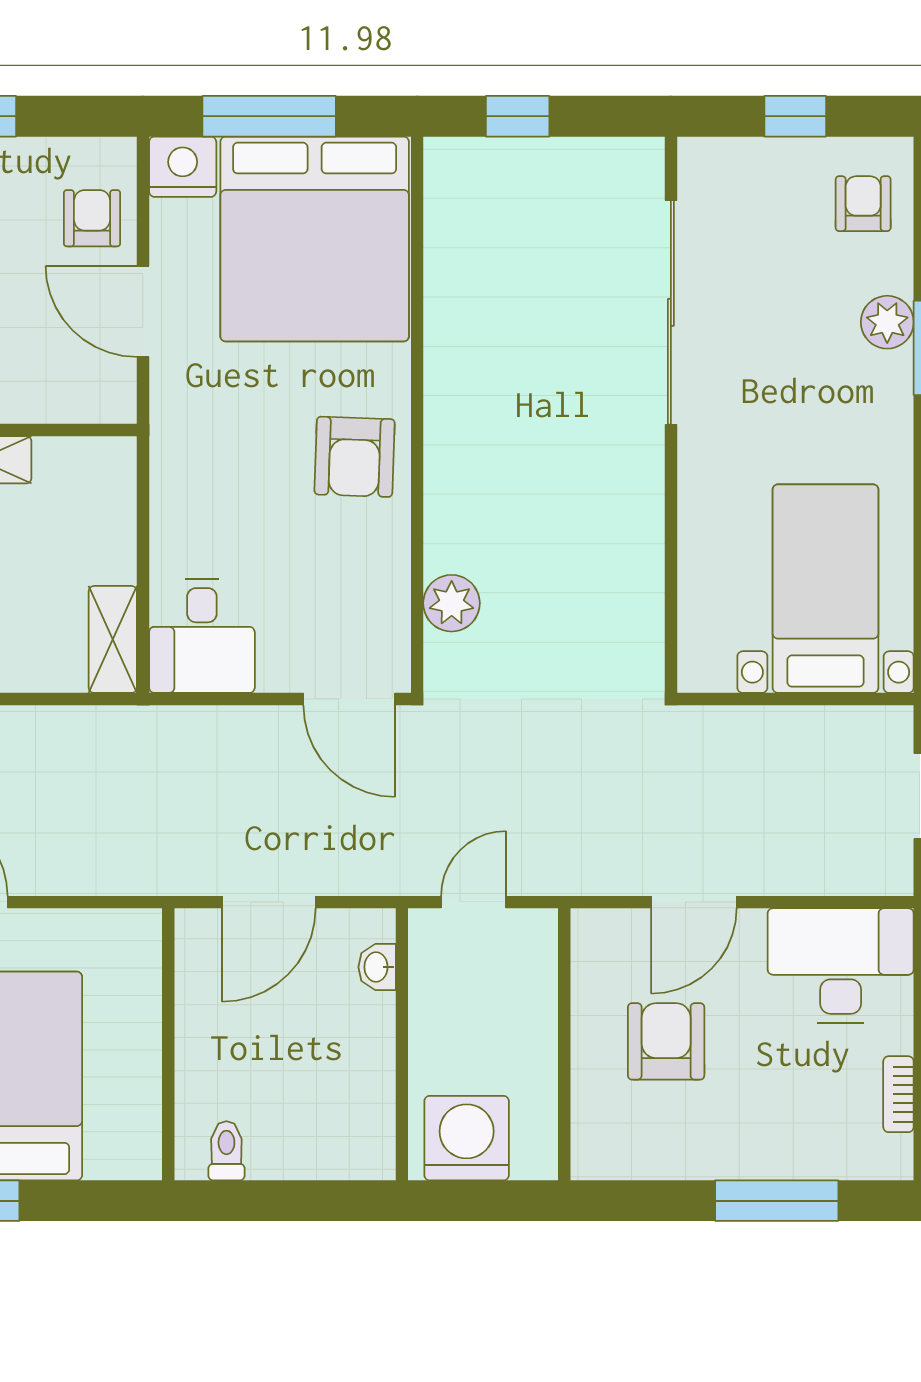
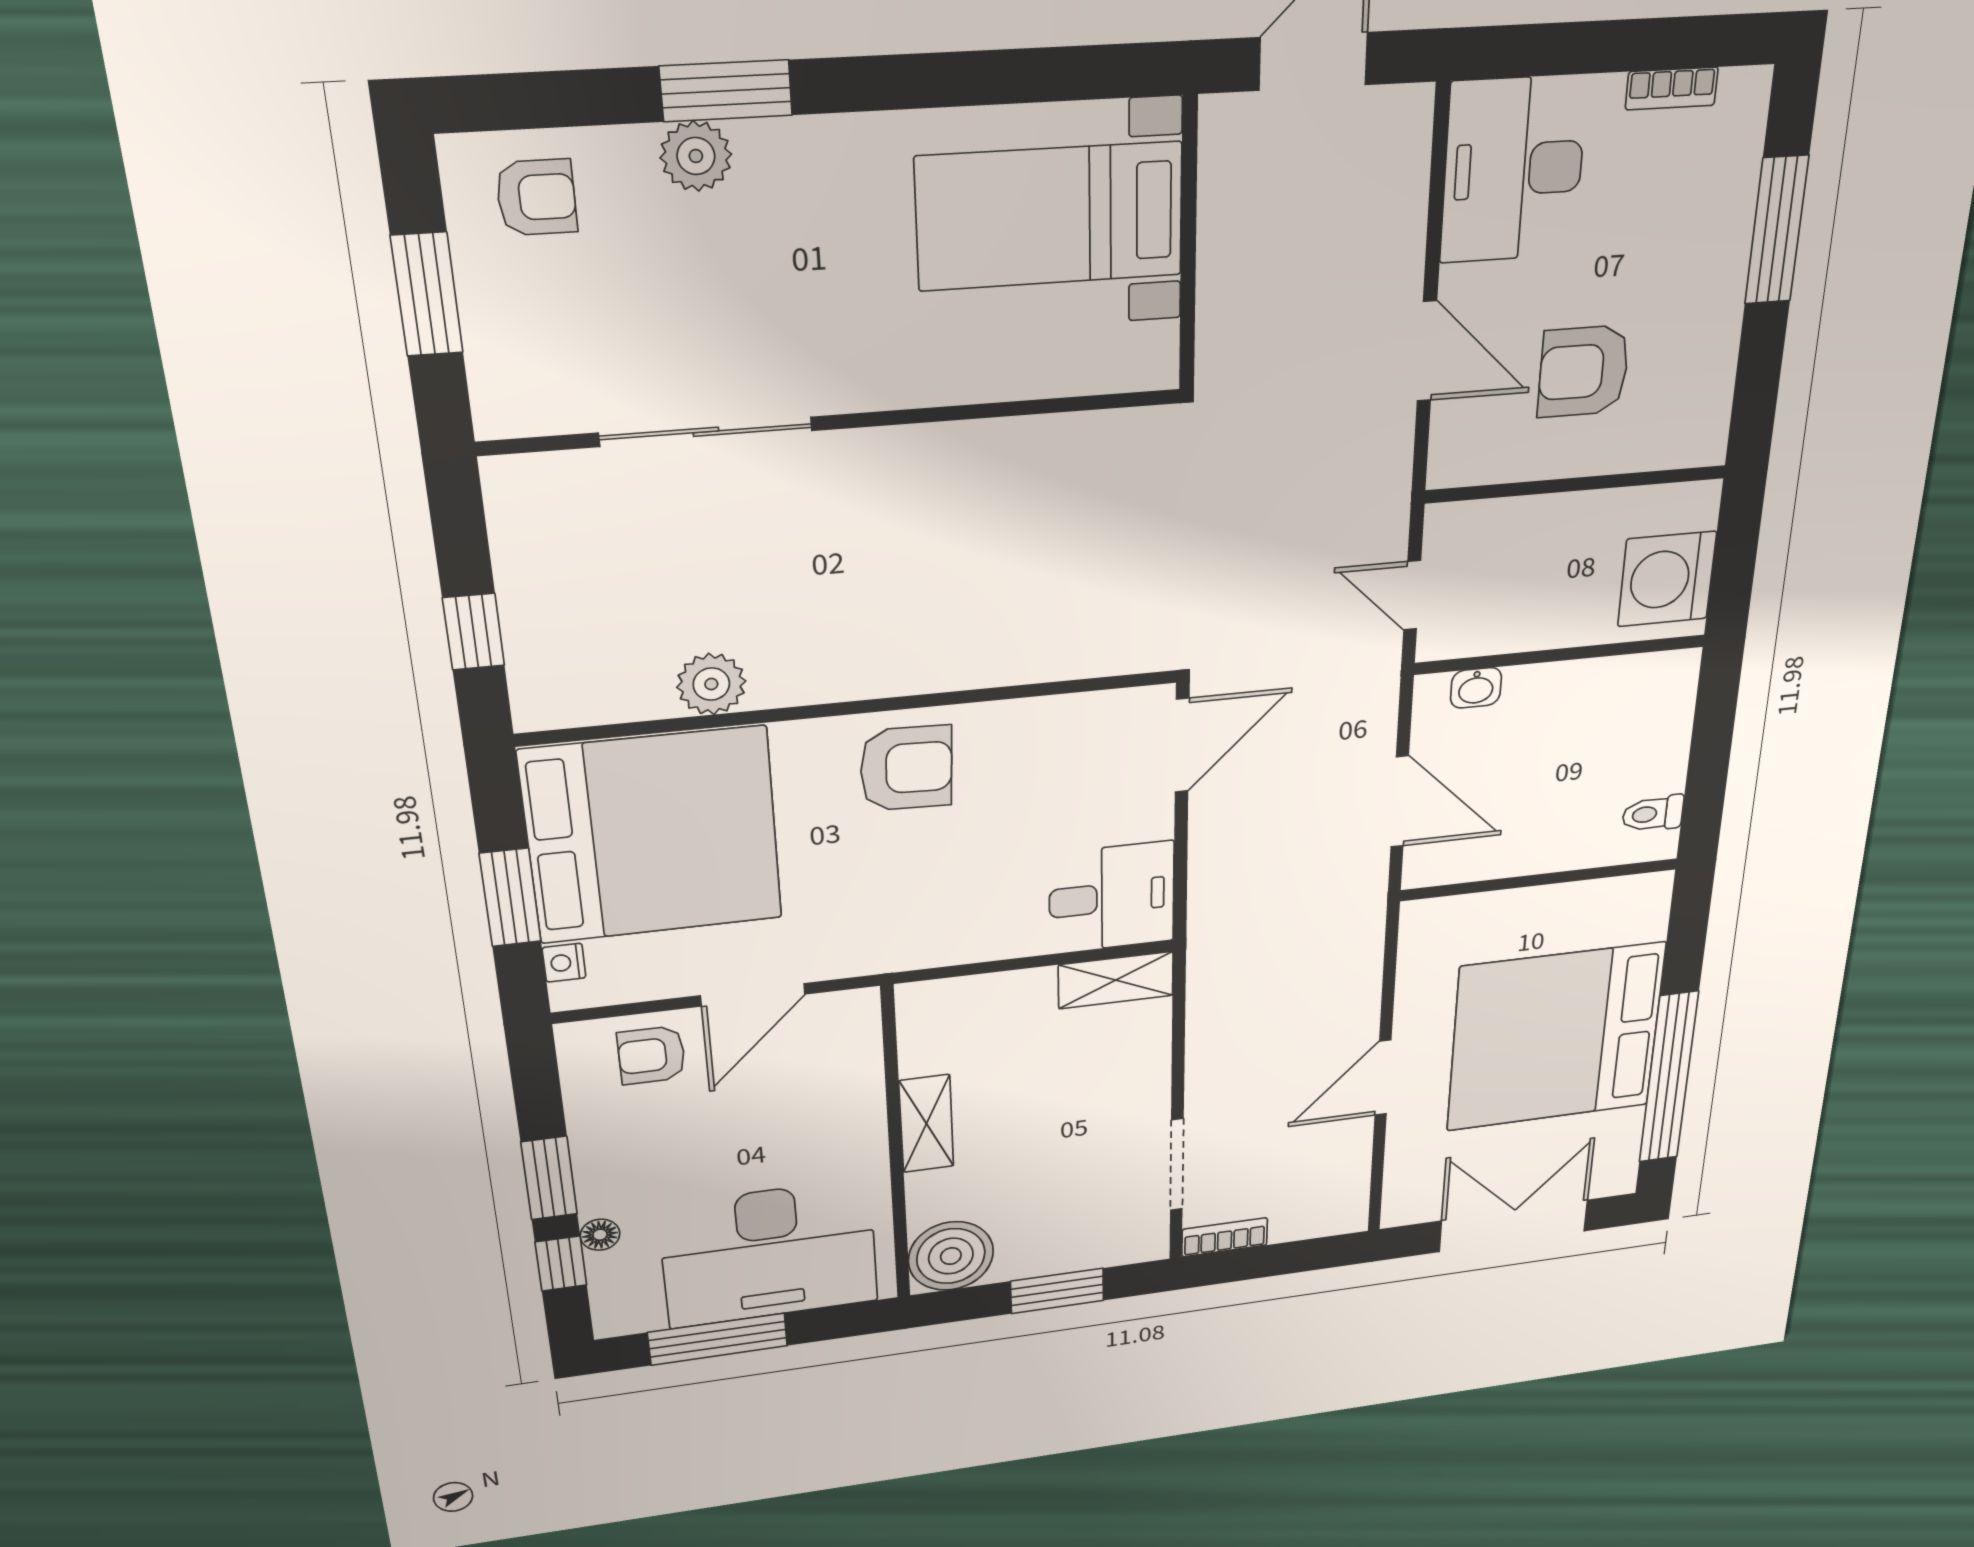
window: (269, 116) -> (510, 897), width x0.69
window: (795, 116) -> (427, 294), width x1.50
nightstand: (183, 167) -> (564, 963), width x0.53, depth x0.56
armchair: (863, 204) -> (536, 197), turned 180
sliding door: (671, 312) -> (706, 432), width x0.73
plant: (452, 603) -> (711, 684), moved

